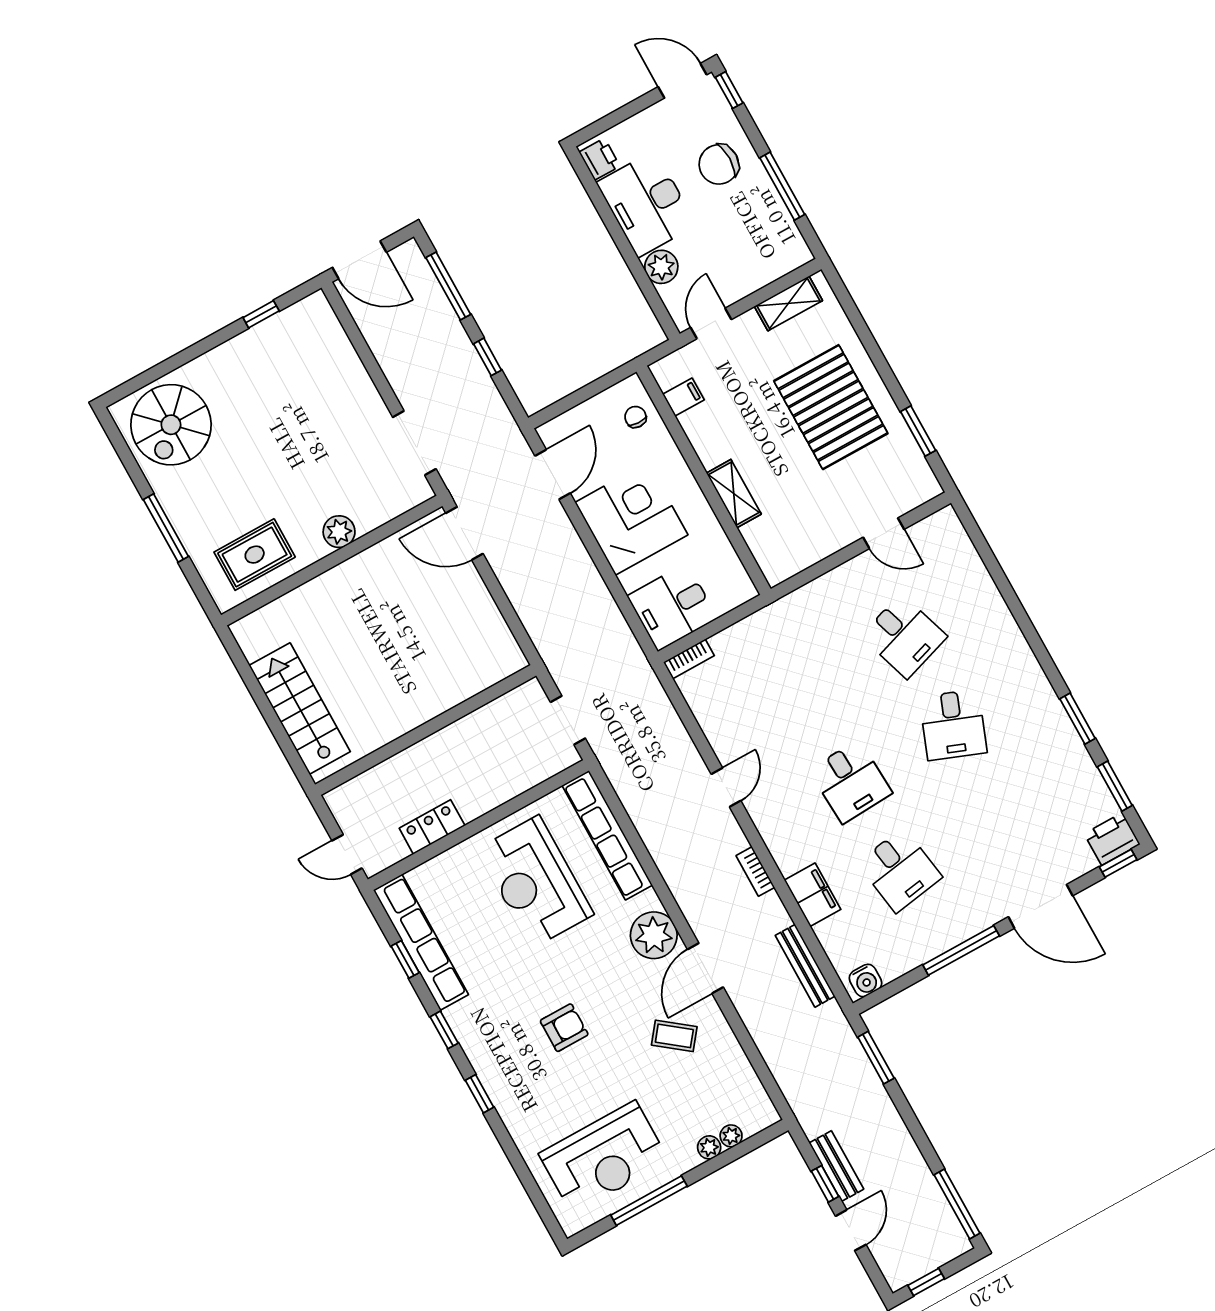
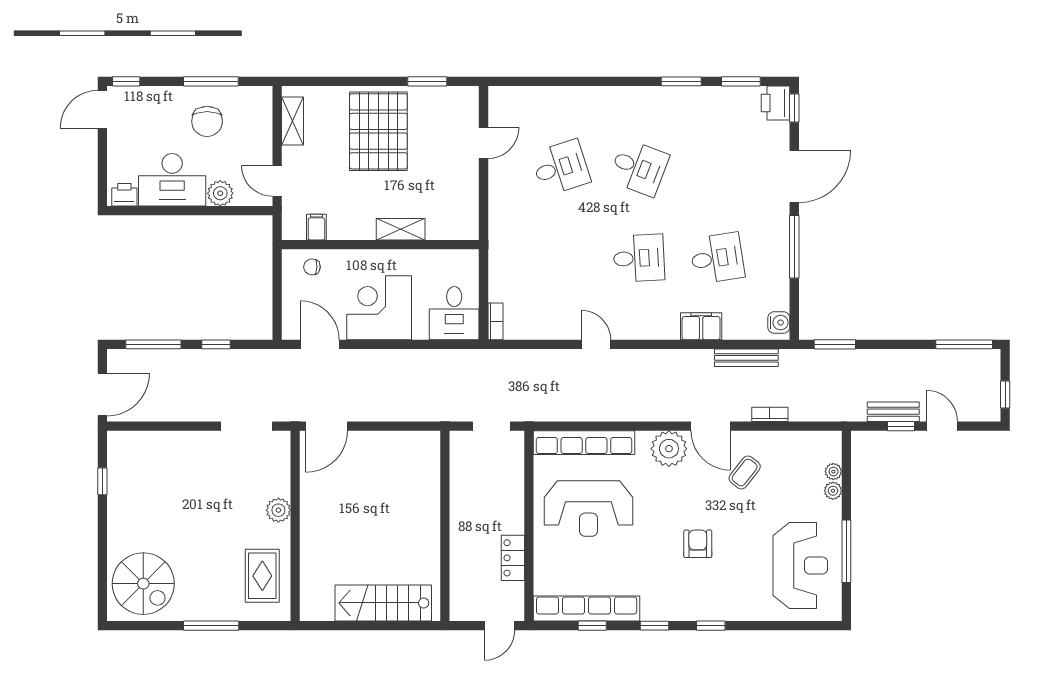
chair: (719, 164) -> (207, 121), moved
pallet: (831, 407) -> (378, 131), turned 90
bookcase: (755, 871) -> (770, 414), moved, turned 180

